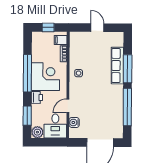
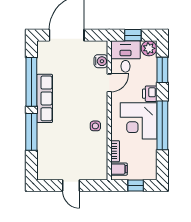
row of seats: (117, 66) -> (45, 98), moved
window: (50, 142) -> (133, 35), added

